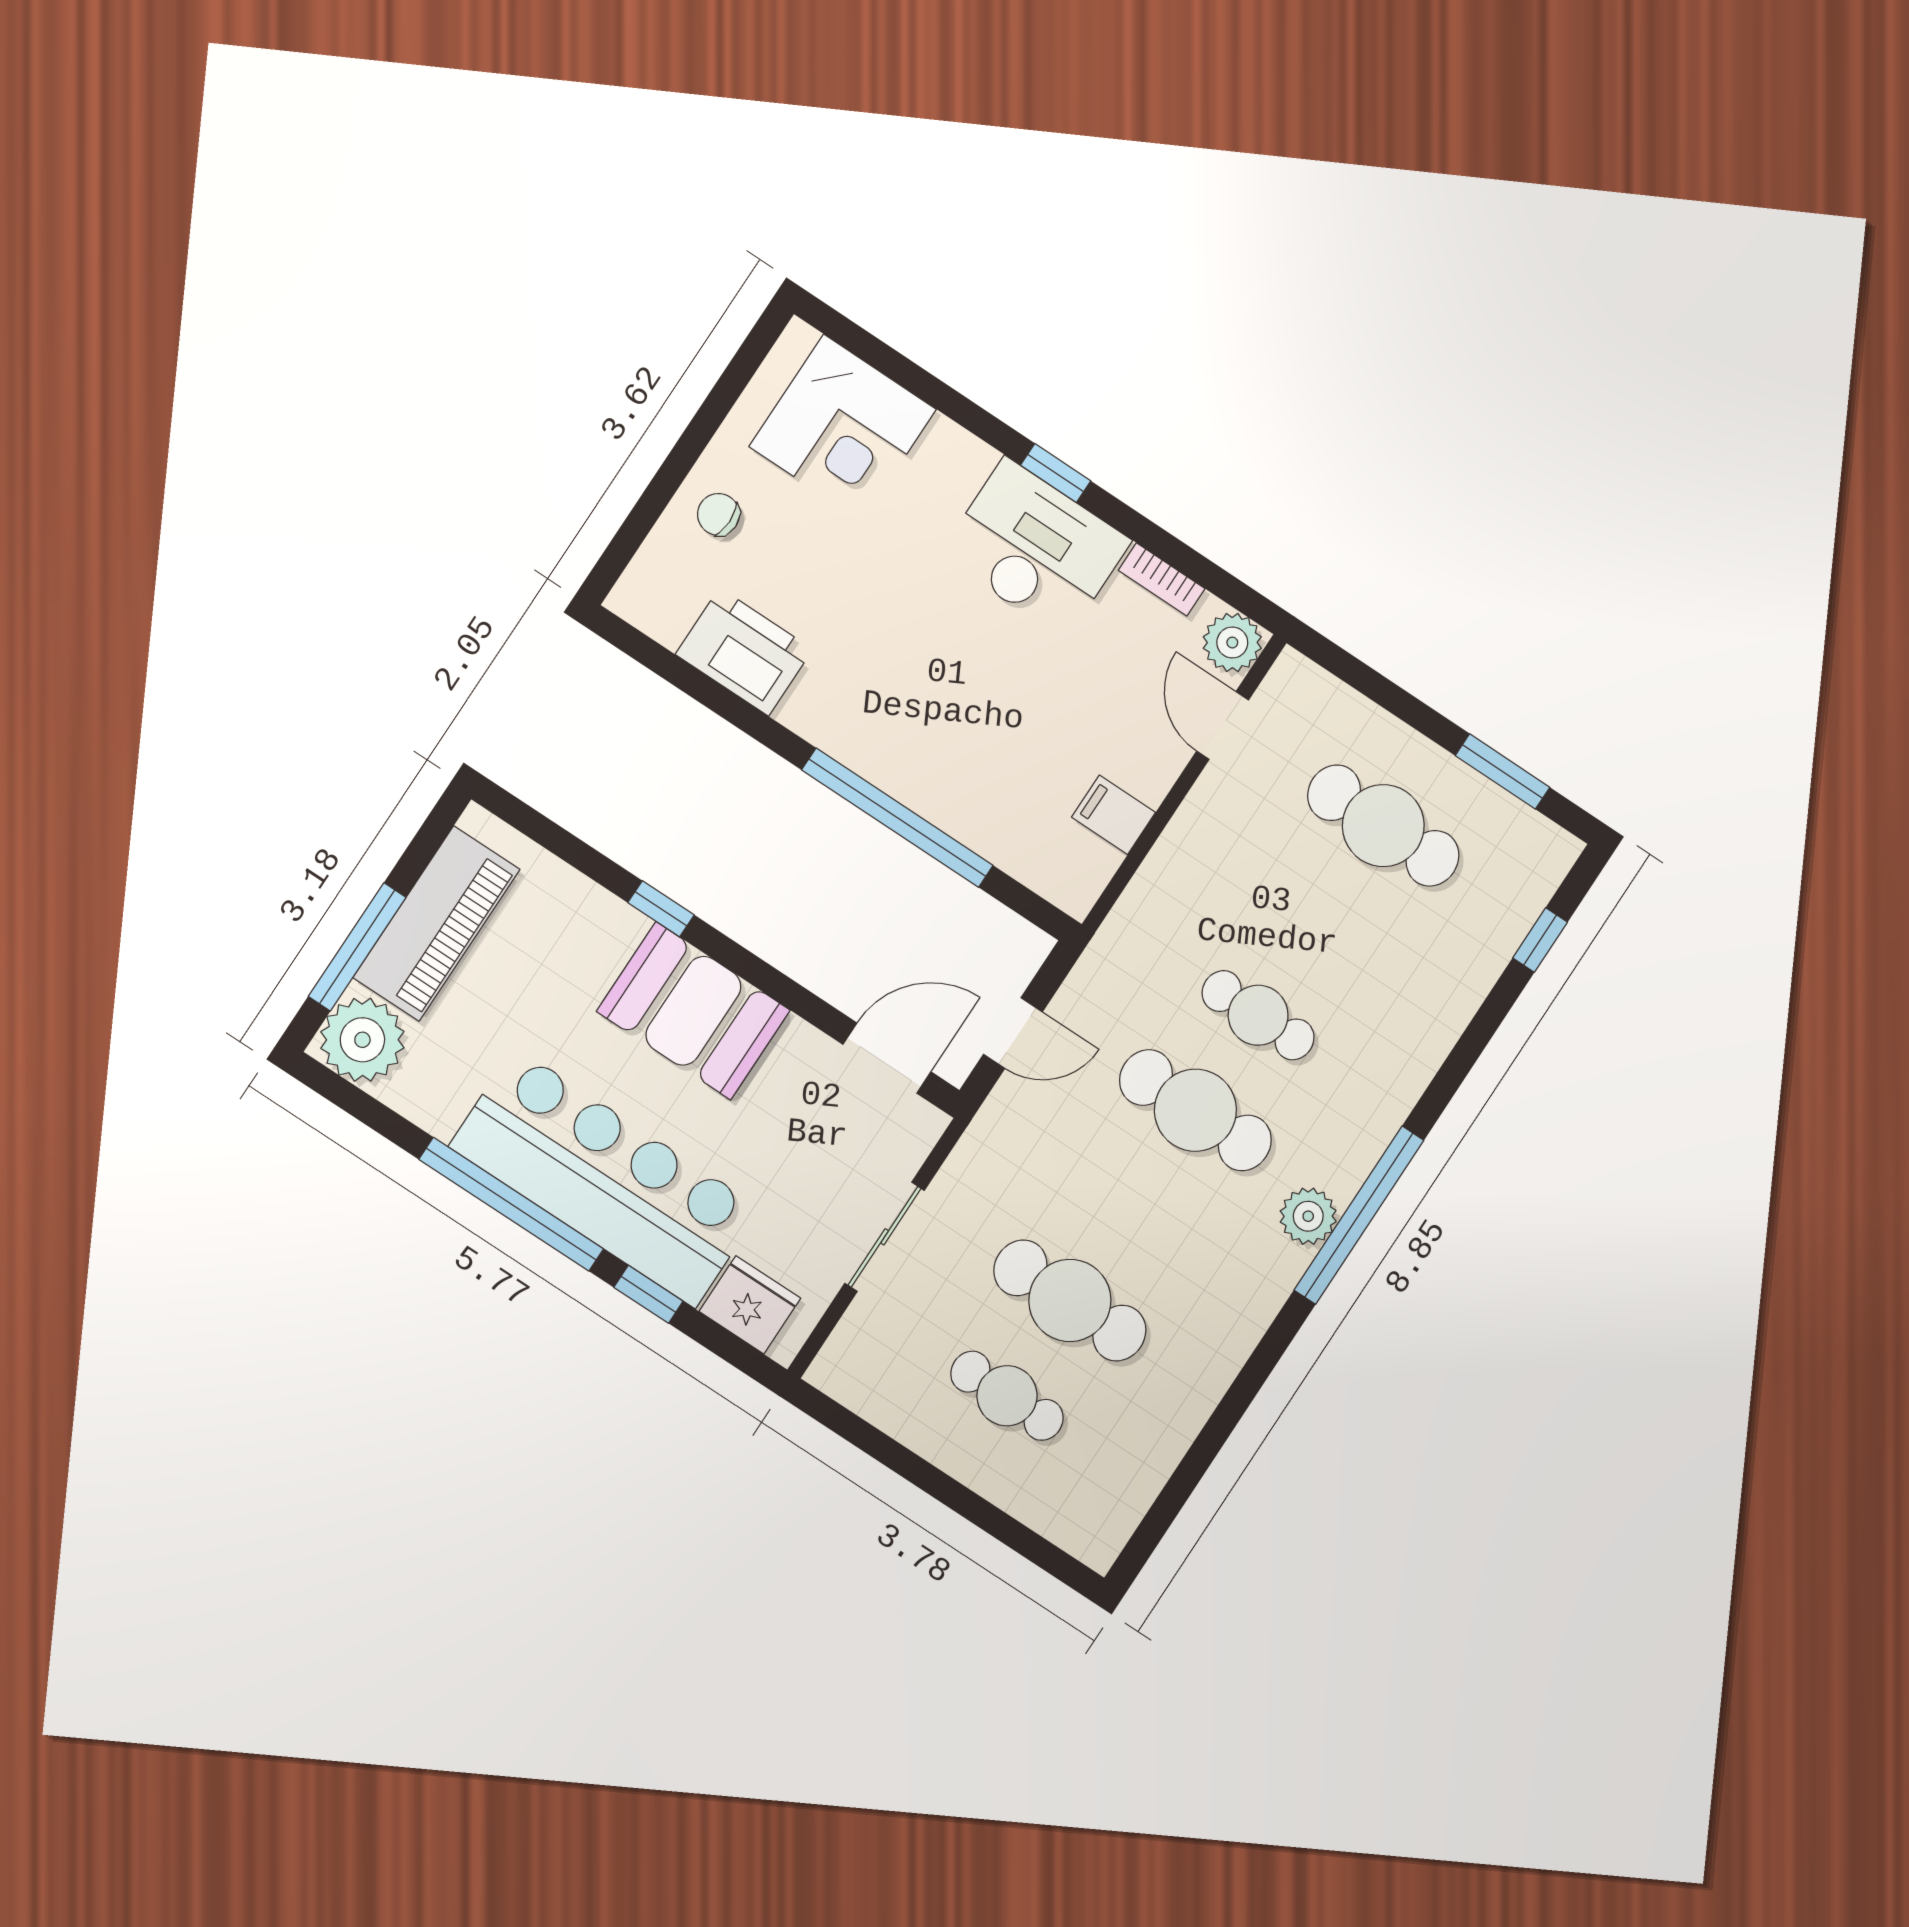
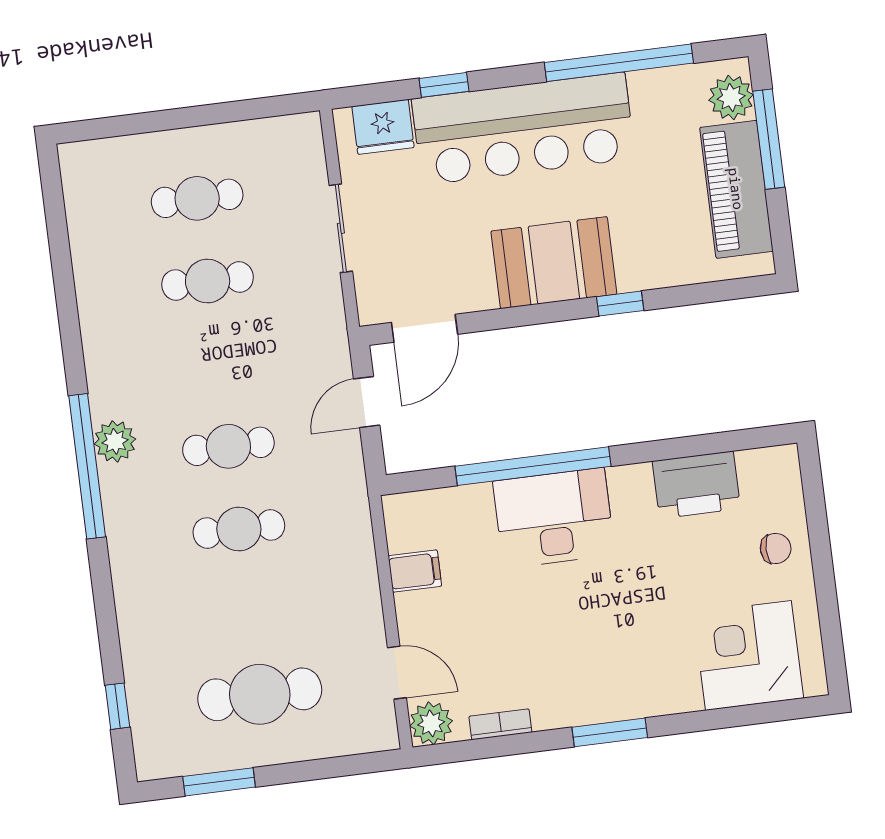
window: (1056, 473) -> (610, 732), width x1.50
desk: (1035, 548) -> (554, 518), moved, turned 180
plant: (362, 1040) -> (731, 98), width x0.73, depth x0.73
cafe table: (1195, 1110) -> (228, 446), width x0.73, depth x0.74
window: (511, 1204) -> (619, 63), moved
cafe table: (1070, 1300) -> (208, 281), width x0.73, depth x0.74

